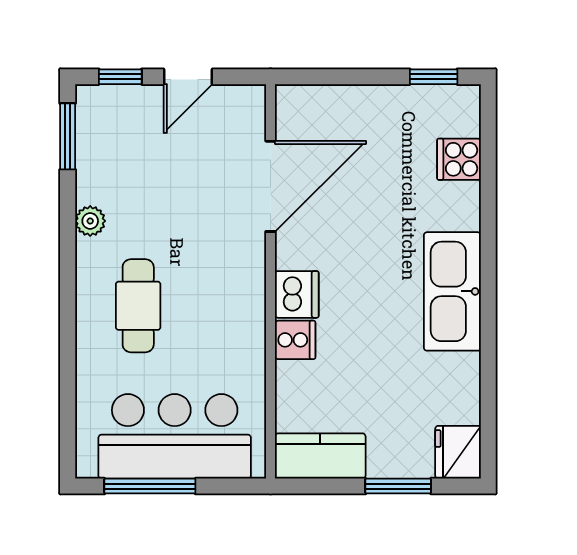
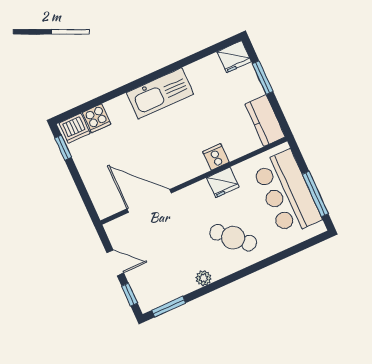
dishwasher: (297, 294) -> (75, 128), moved, turned 180
cafe table: (138, 306) -> (233, 238), turned 43
fridge: (244, 332) -> (223, 182), added

